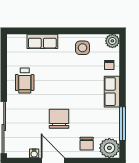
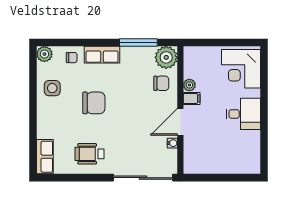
row of seats: (42, 41) -> (45, 157), moved
wheelchair: (25, 80) -> (89, 154), turned 180
chair: (59, 119) -> (94, 103), moved, turned 180

